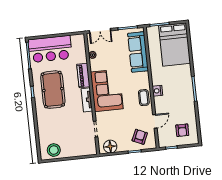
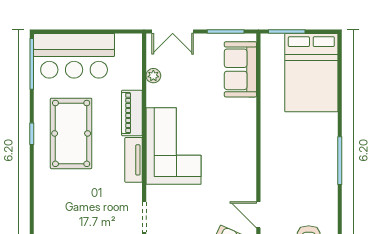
sofa: (138, 52) -> (240, 69), width x0.73
nightstand: (157, 91) -> (269, 157), removed
coffee table: (144, 98) -> (242, 167), removed
door: (155, 121) -> (258, 215), swing flipped

